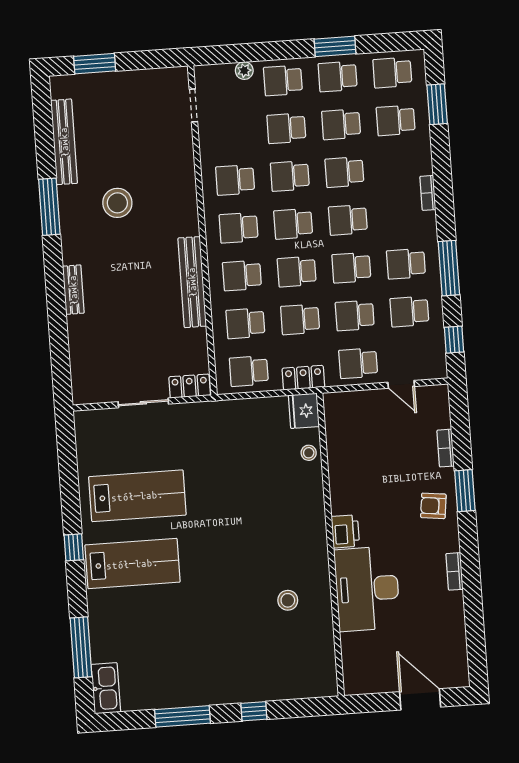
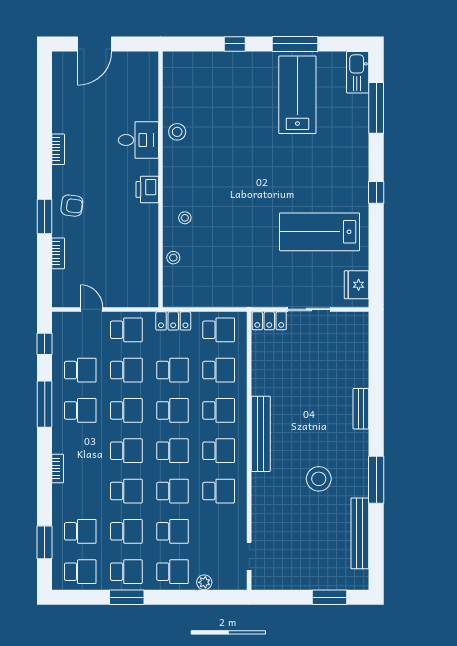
bench: (192, 282) -> (261, 434), moved
fridge: (304, 411) -> (357, 285), moved, turned 180
stool: (298, 501) -> (185, 218), added
lab bench: (132, 564) -> (297, 95), moved, turned 90
desk: (367, 589) -> (138, 140), width x0.53, depth x0.77
stool: (288, 600) -> (177, 132), moved
door: (420, 699) -> (95, 44), hinge flipped

